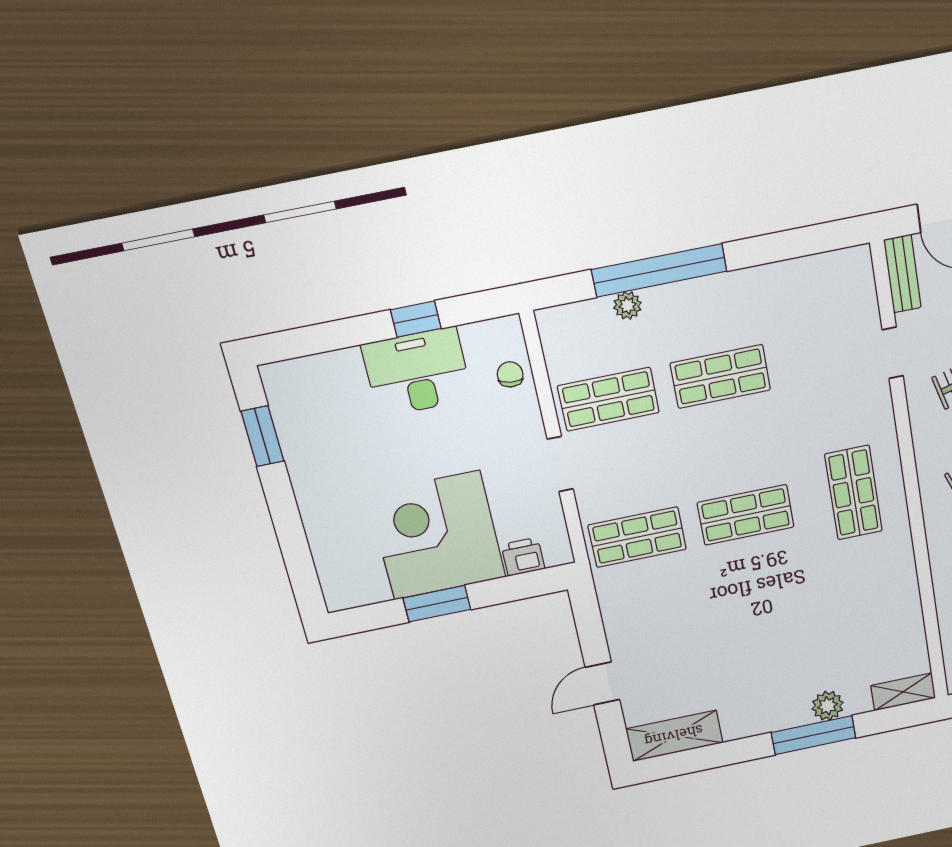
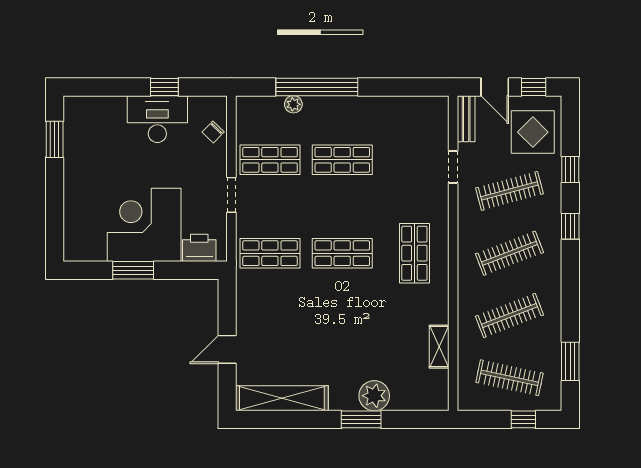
chair: (510, 374) -> (213, 132), turned -143
printer: (523, 557) -> (199, 248), width x1.36, depth x1.24
shelving: (903, 692) -> (439, 347), moved, turned 90
plant: (828, 706) -> (374, 396), width x1.36, depth x1.36
window: (814, 735) -> (361, 419), width x0.69
shelving: (674, 736) -> (282, 398), width x1.47

